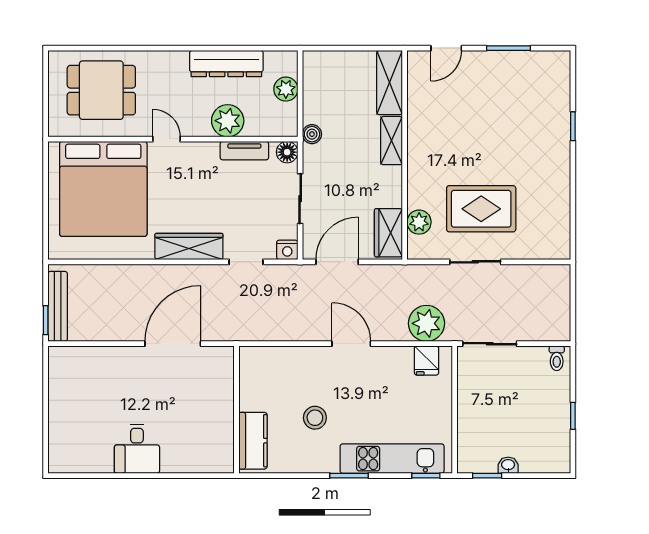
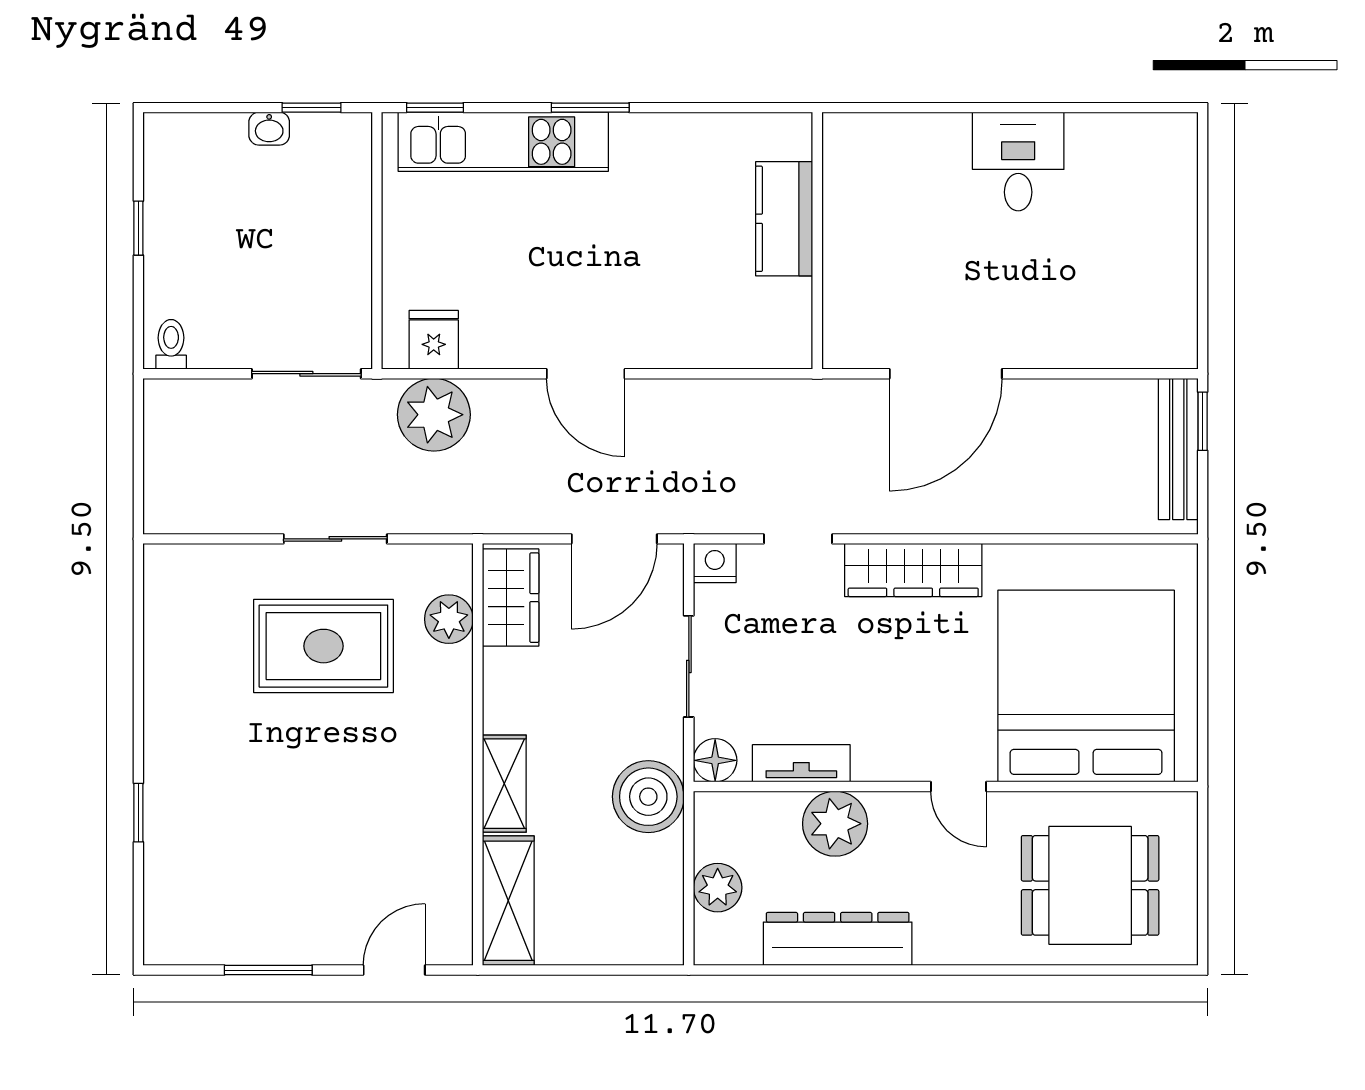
boiler: (312, 134) -> (648, 797), width x1.86, depth x1.86
stool: (315, 418) -> (659, 224), removed
kitchen counter: (253, 441) -> (784, 219), moved

